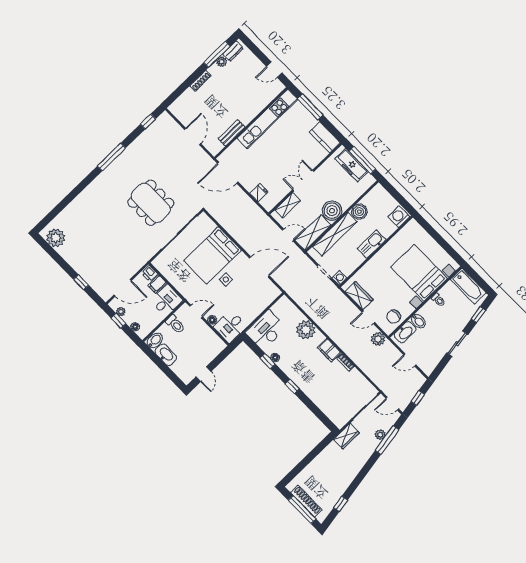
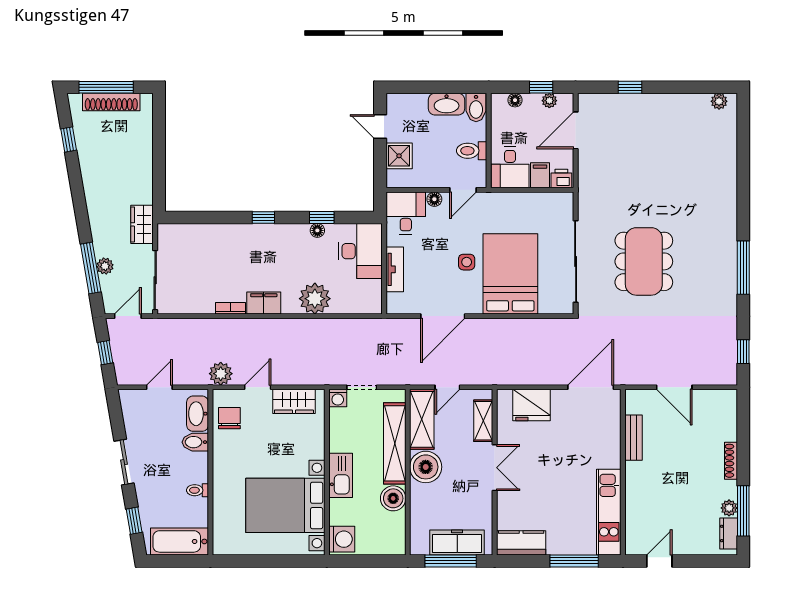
kitchen unit: (268, 119) -> (609, 512), width x0.73
fridge: (259, 193) -> (531, 405), width x1.88, depth x1.34
dining table: (151, 203) -> (644, 261), turned 90
plant: (56, 238) -> (719, 101), width x0.53, depth x0.53
bed with nightstands: (419, 273) -> (285, 505), moved, turned 180
tv unit: (259, 308) -> (395, 269), added
shower: (208, 354) -> (399, 156), added

